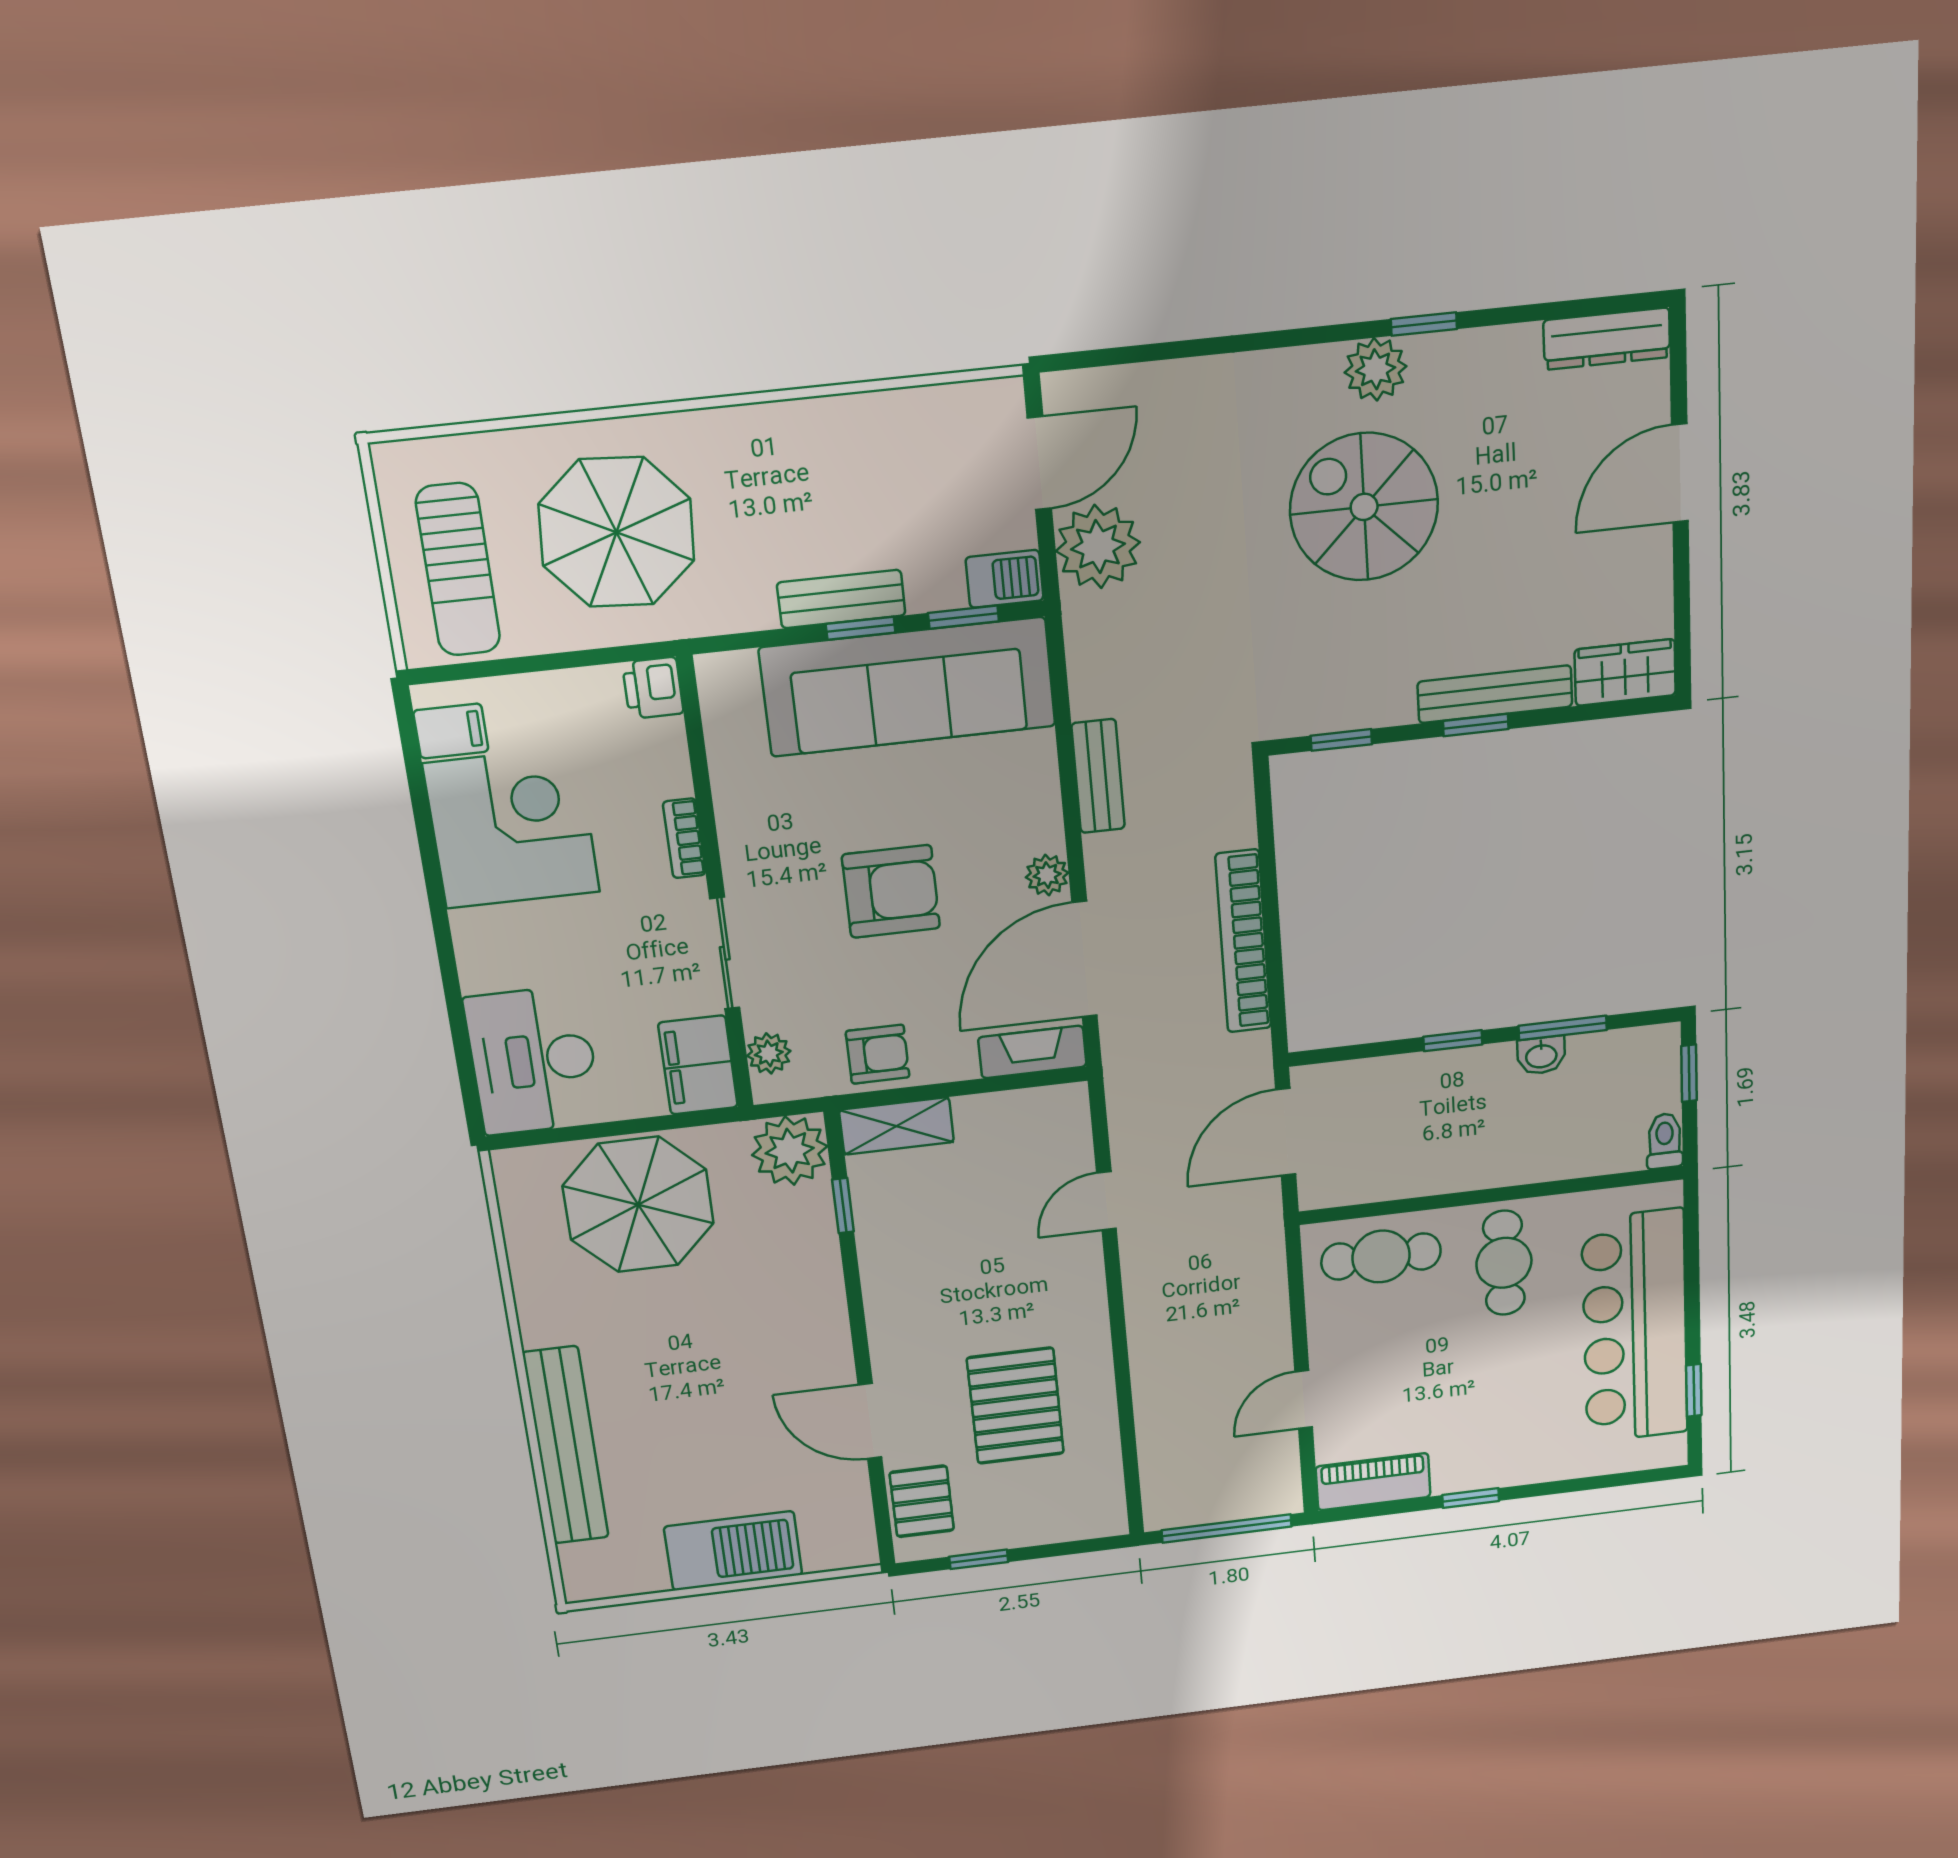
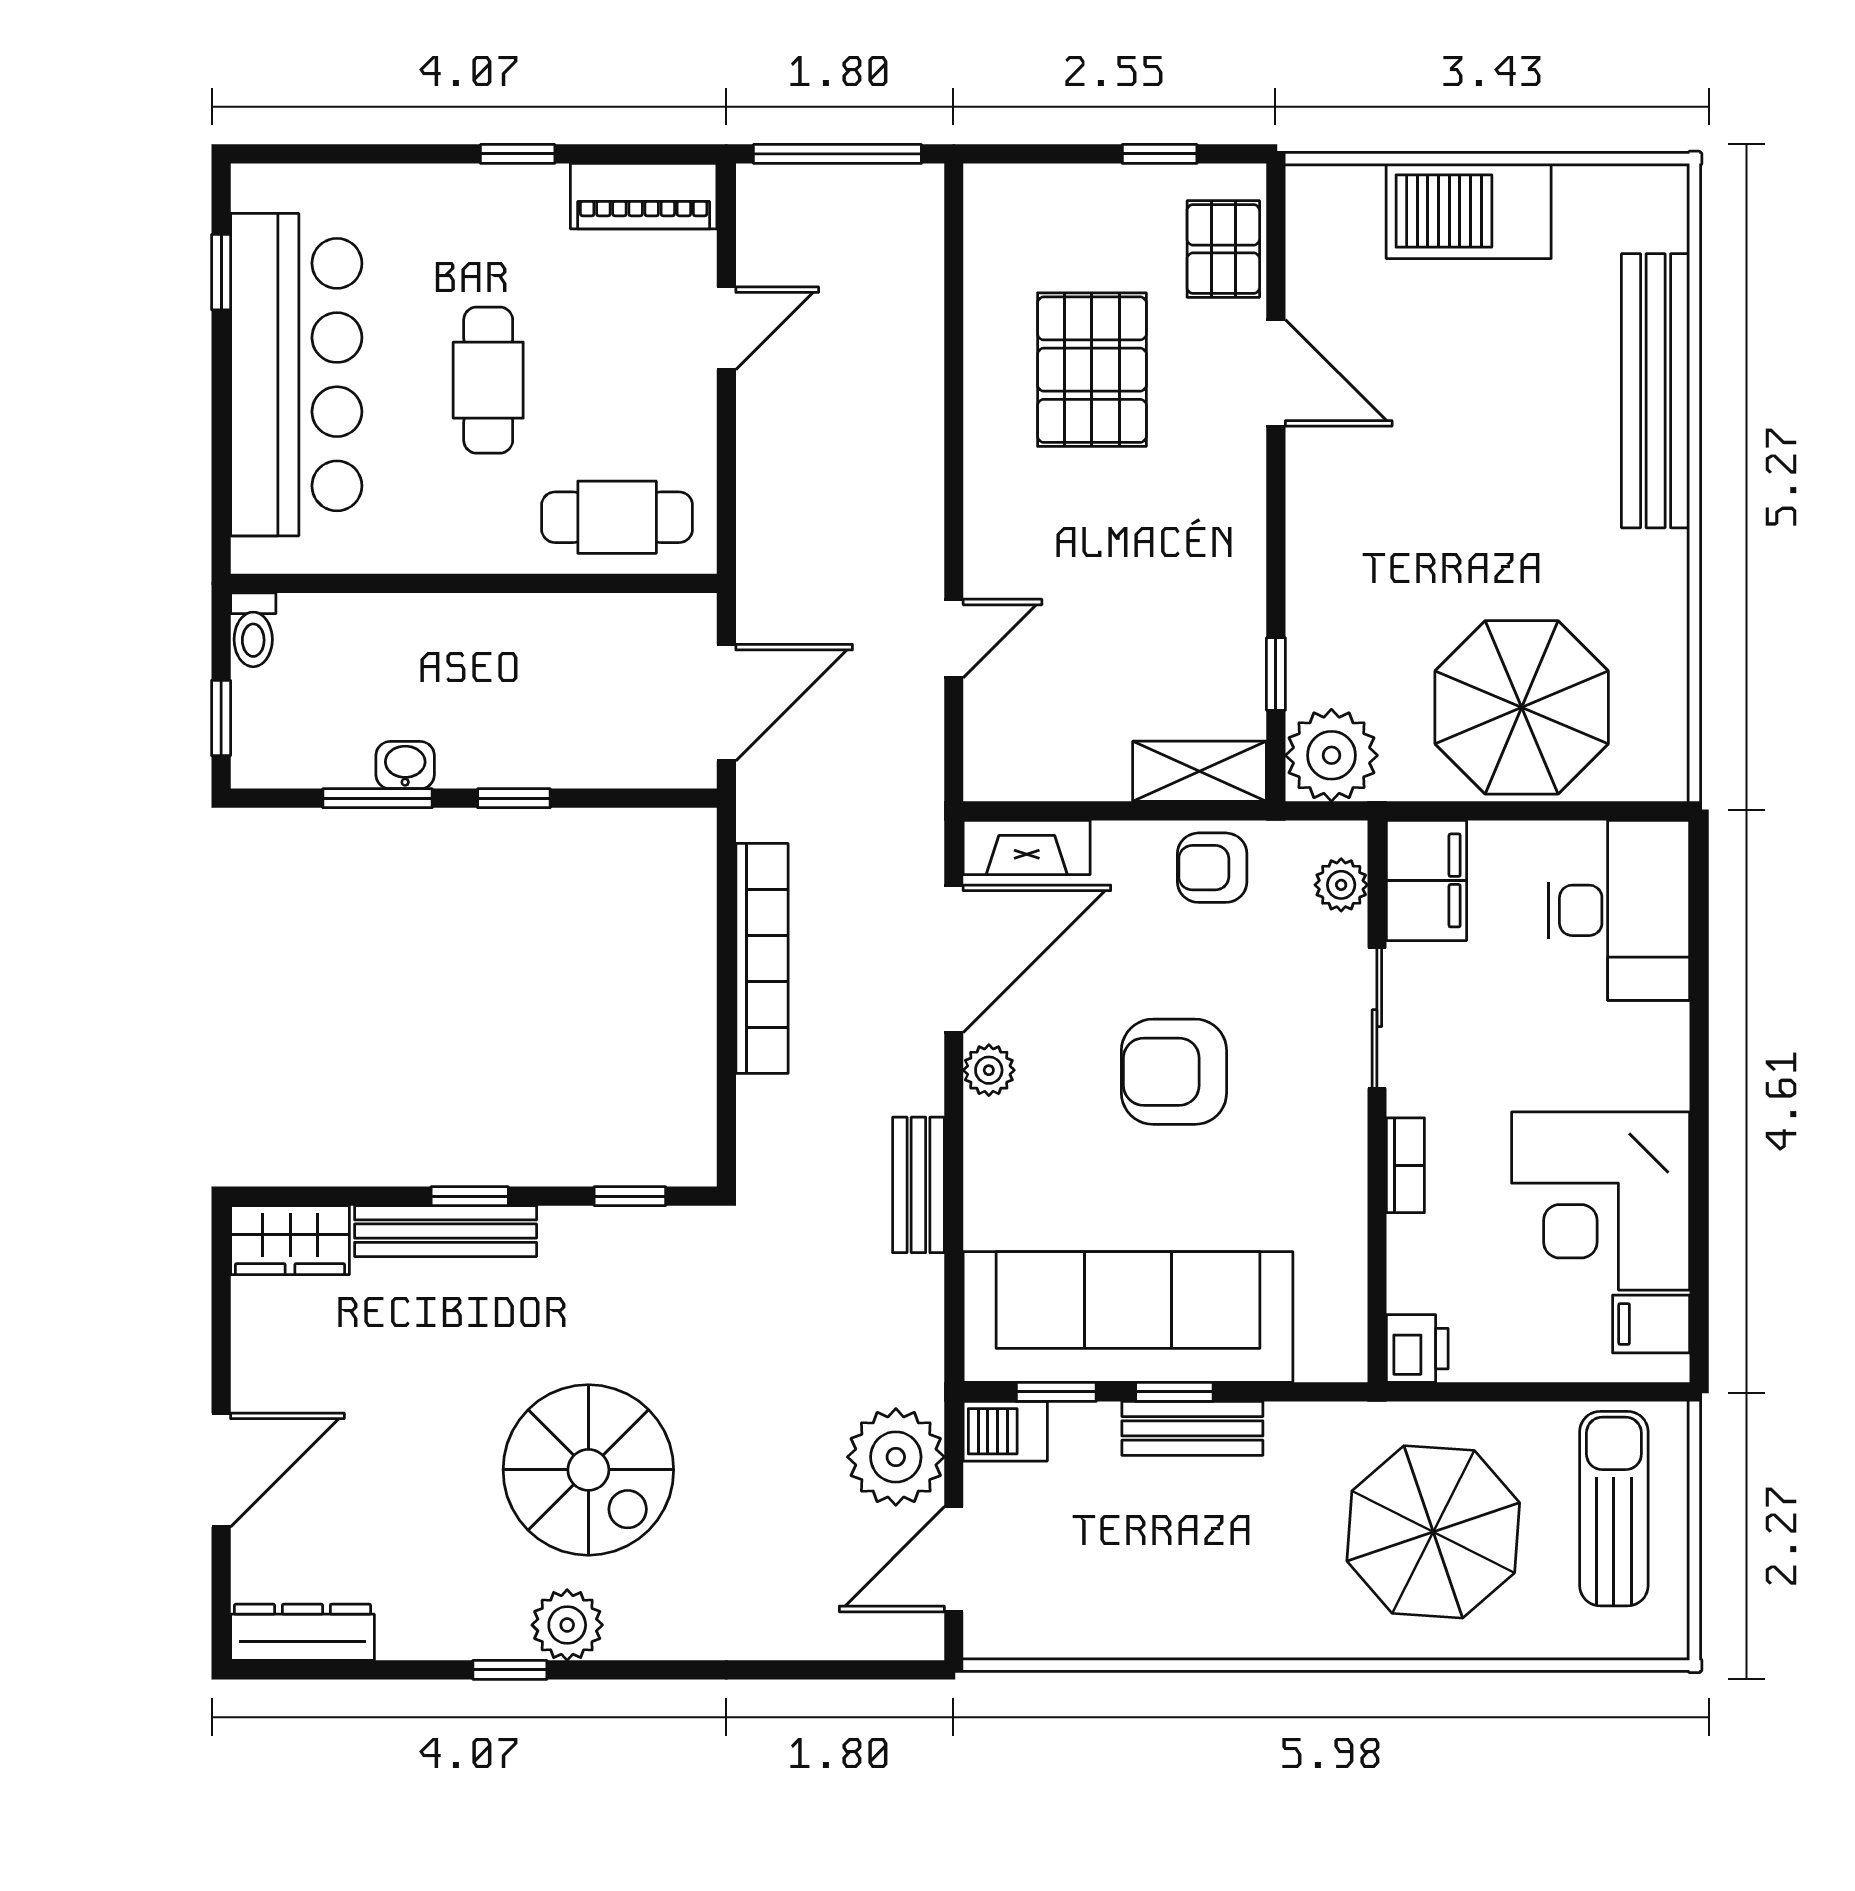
cafe table: (1504, 1263) -> (488, 380), moved

